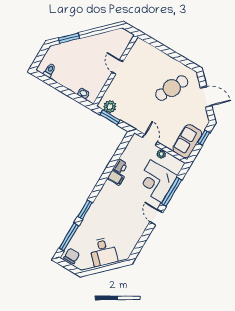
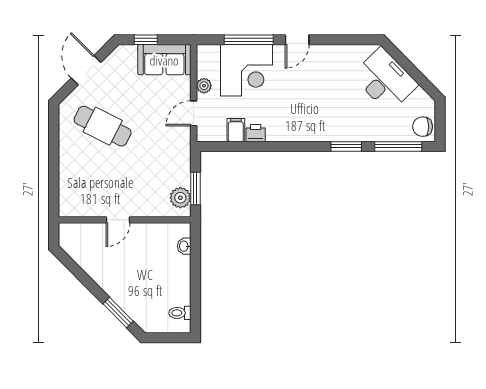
filing cabinet: (116, 178) -> (236, 130), moved
desk: (103, 252) -> (385, 80), width x1.37

